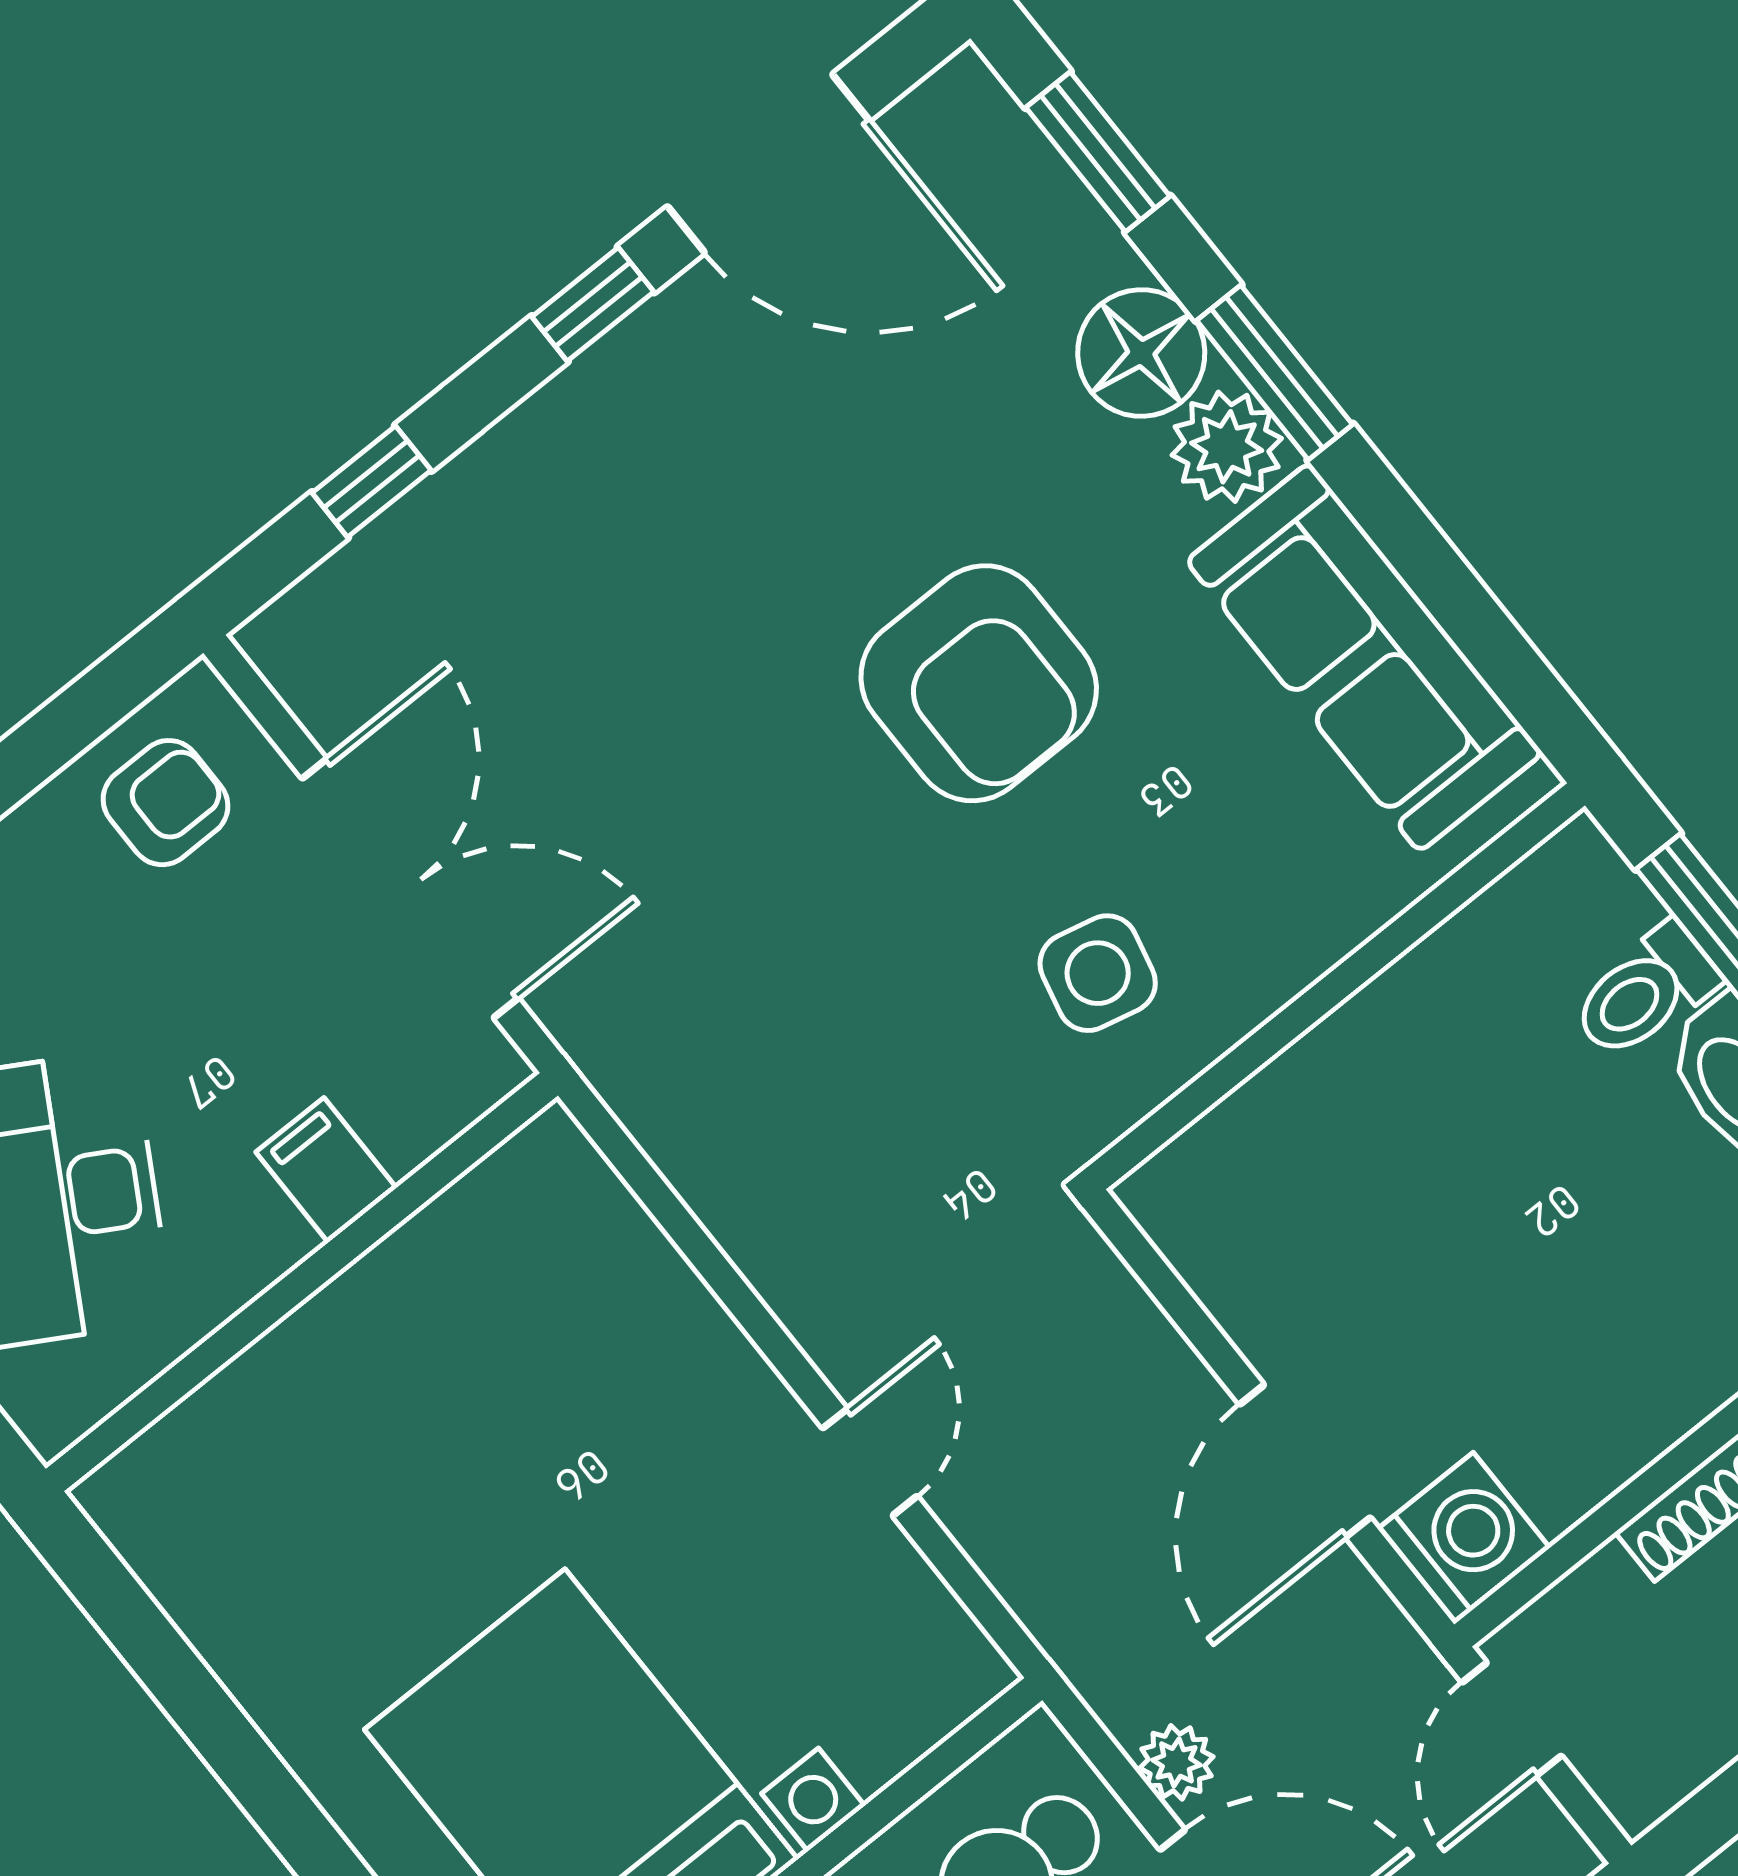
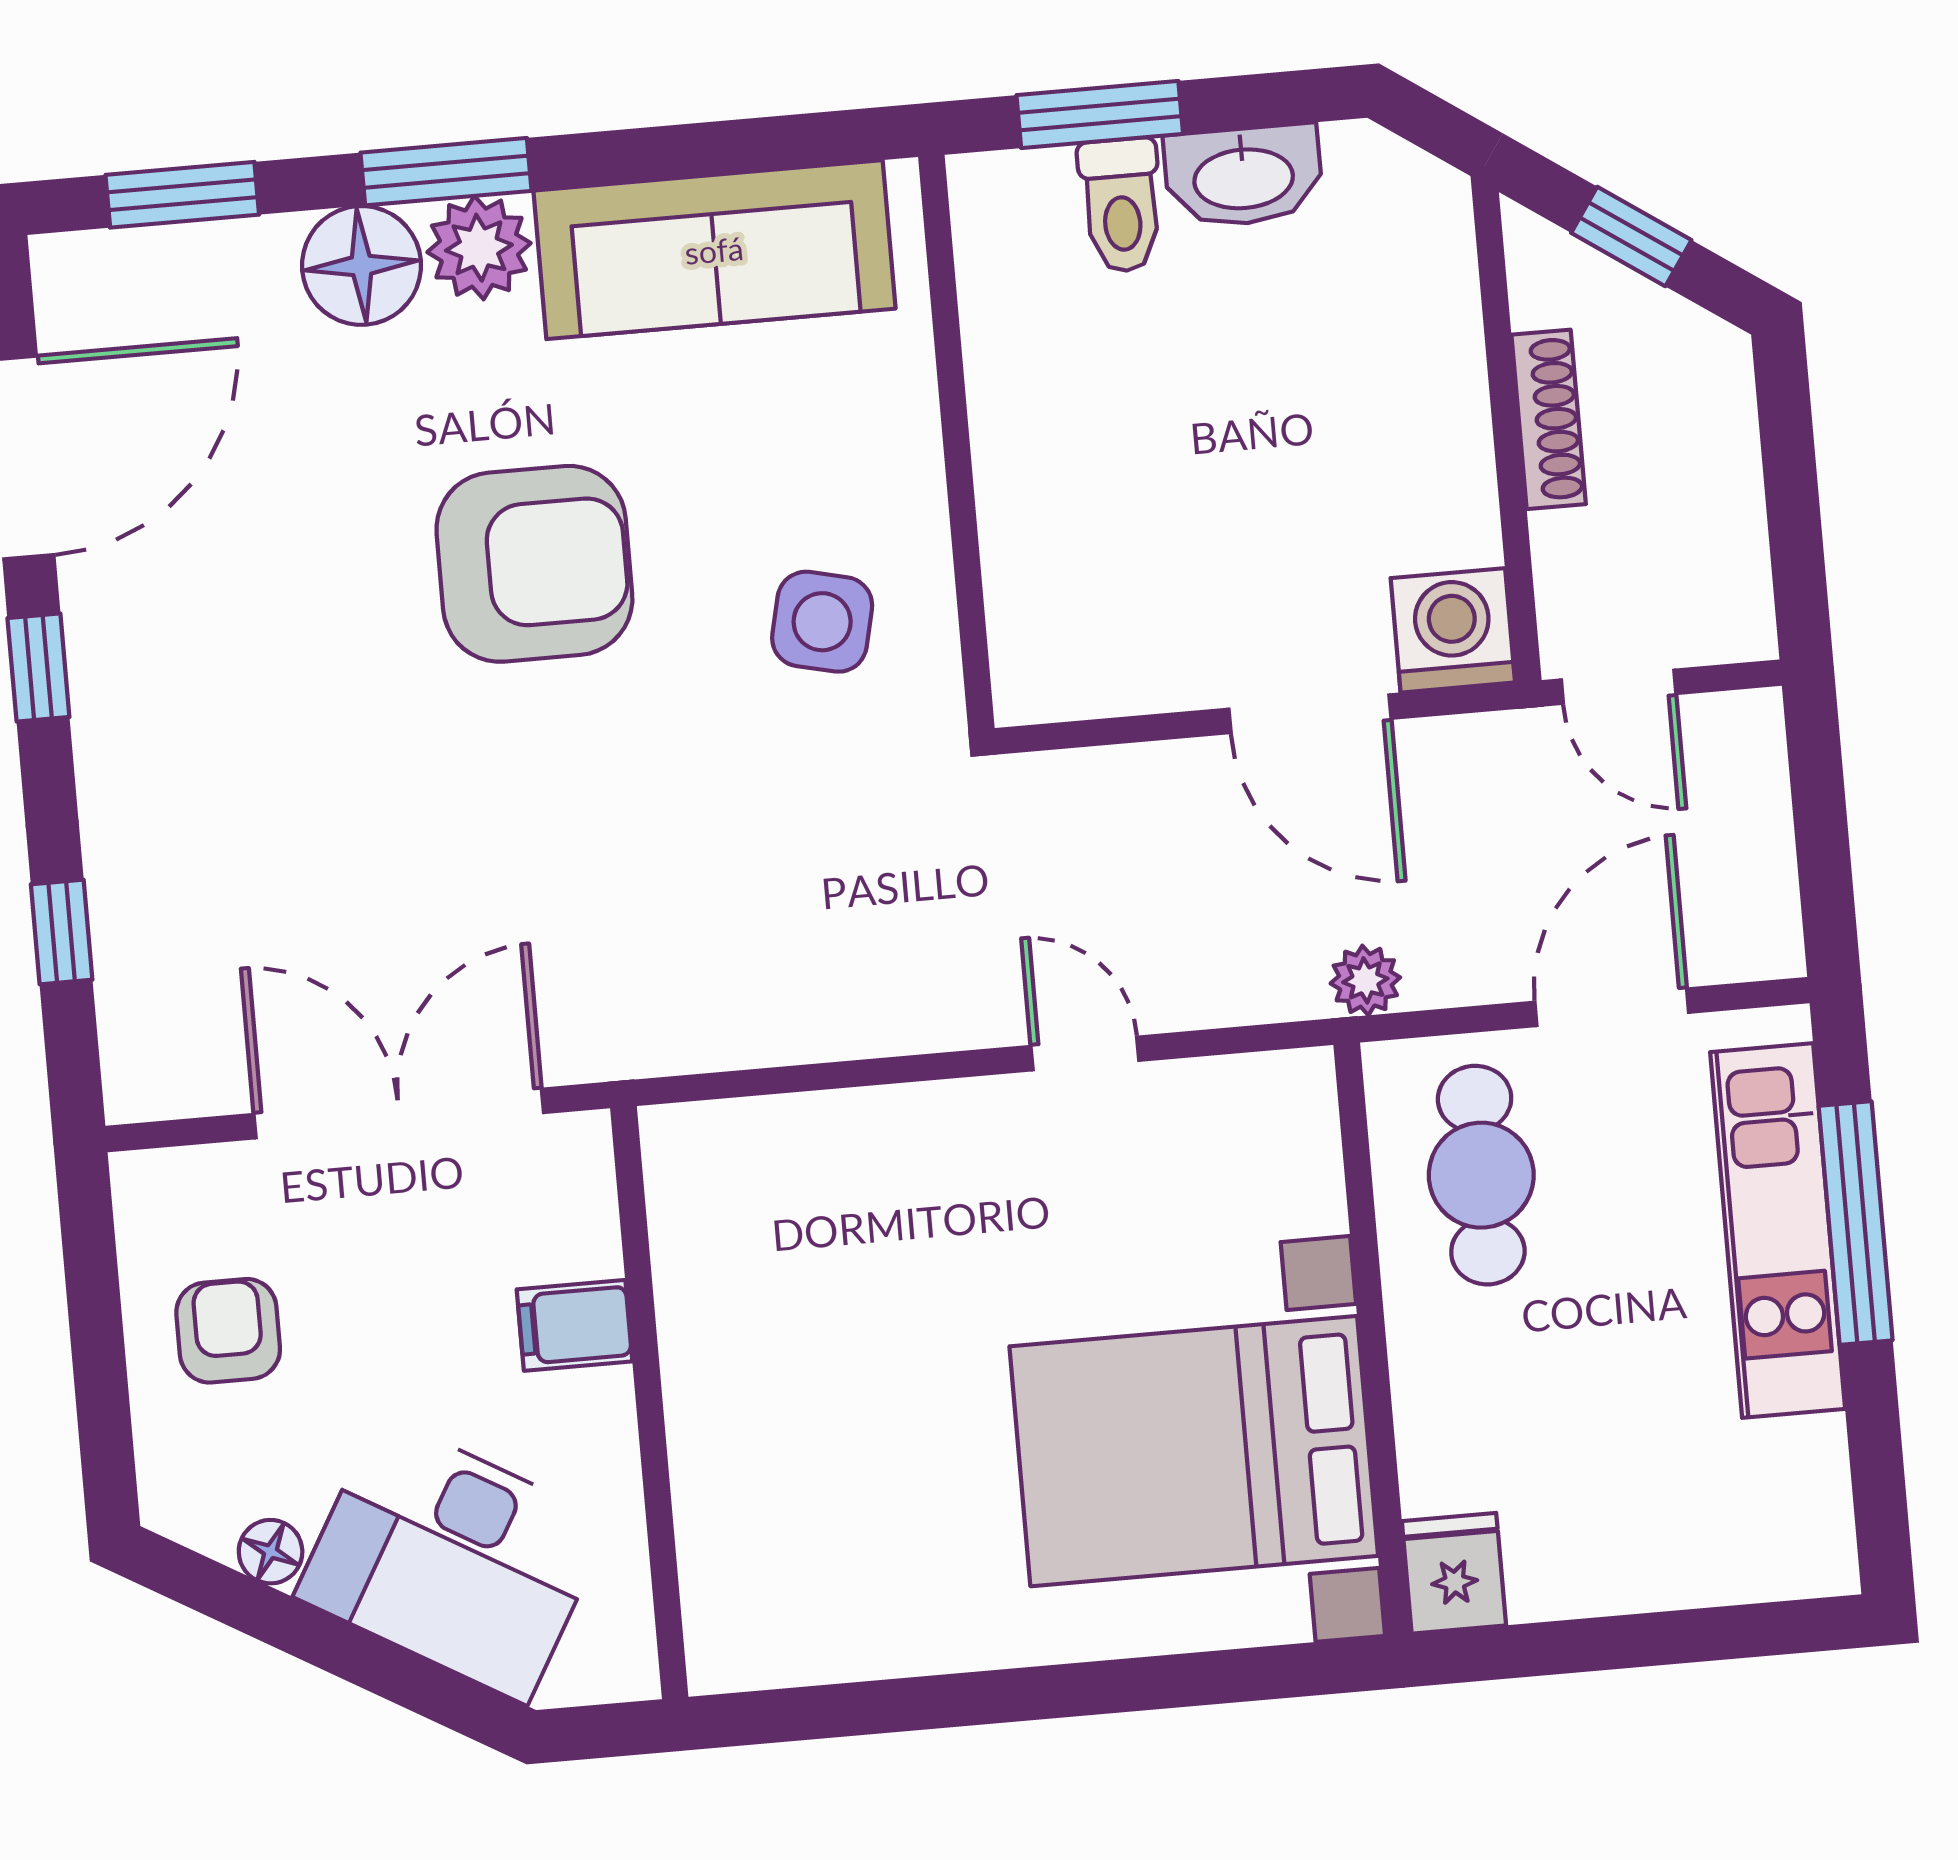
armchair: (165, 803) -> (228, 1331), moved
plant: (1176, 1762) -> (1365, 980), moved

